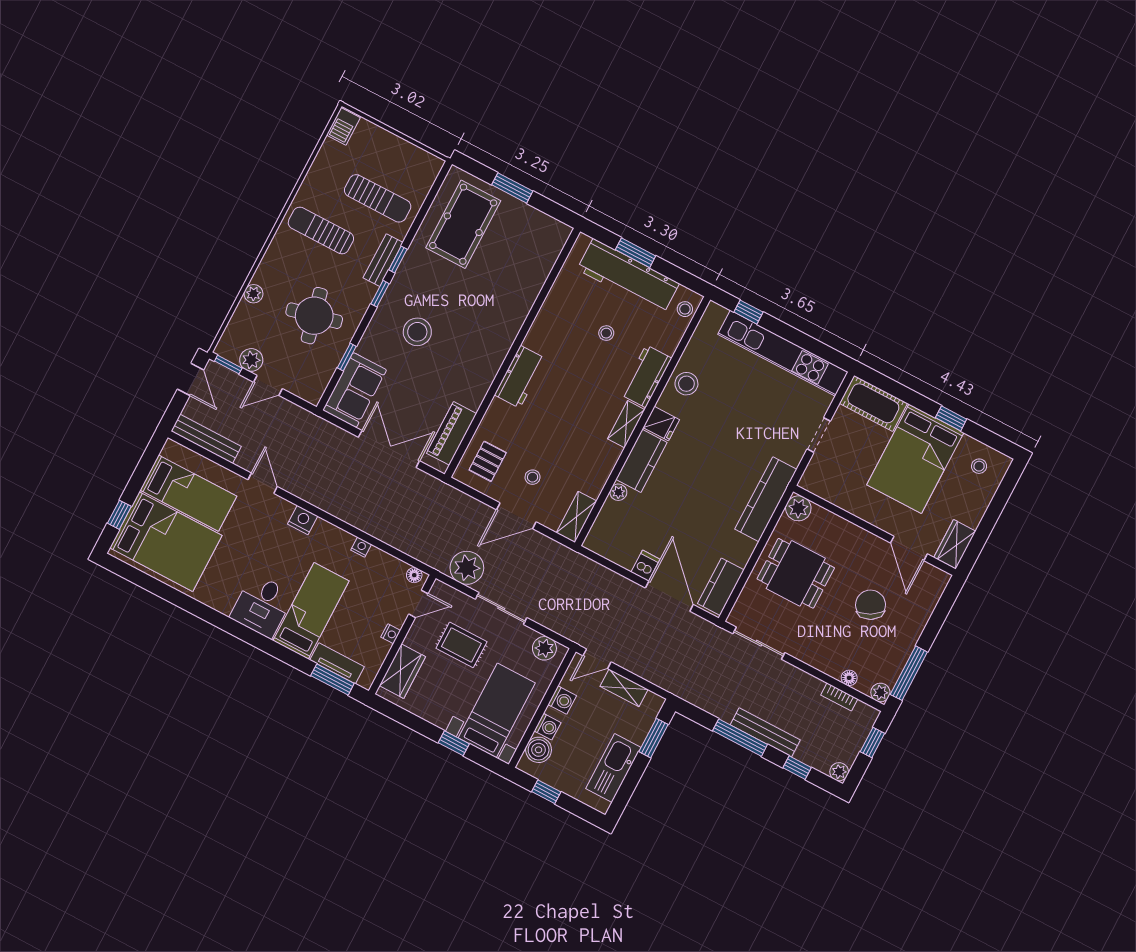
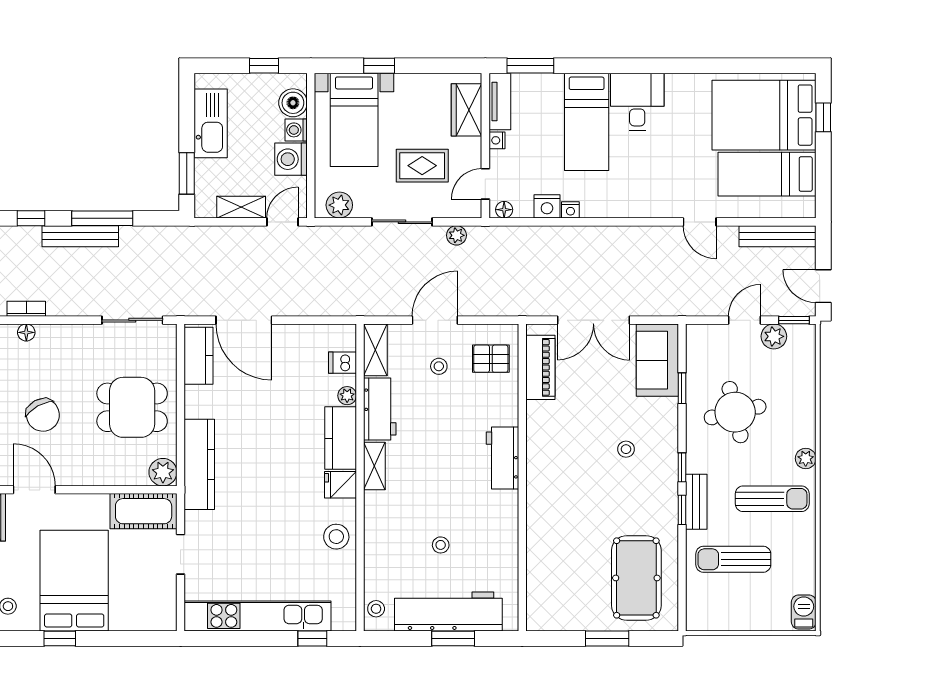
plant: (253, 294) -> (806, 458), moved
stool: (417, 332) -> (626, 449), width x0.53, depth x0.53
workbench: (646, 376) -> (380, 409), moved
cot: (873, 403) -> (144, 511), moved
pallet: (488, 461) -> (491, 359), turned 90
nightstand: (303, 520) -> (547, 206), moved
dishwasher: (645, 566) -> (342, 363), moved, turned 90
plant: (467, 568) -> (456, 235), width x0.53, depth x0.53
tv unit: (337, 663) -> (500, 102), moved, turned -90
washing machine: (562, 700) -> (291, 159), width x1.38, depth x1.38

